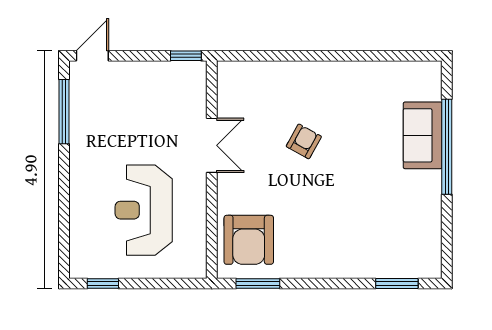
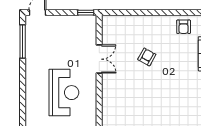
reception desk: (144, 210) -> (64, 93), turned 180
armchair: (249, 240) -> (184, 27), moved, width x0.53, depth x0.53

